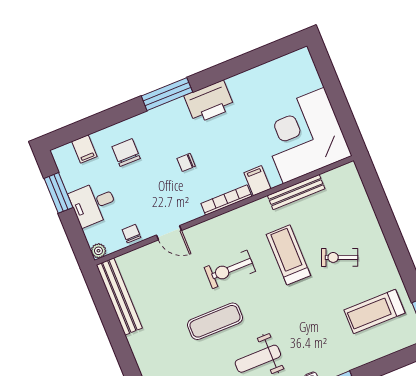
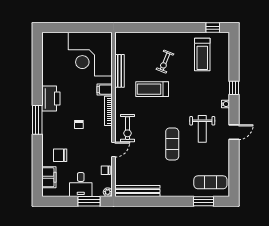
filing cabinet: (84, 149) -> (49, 177), width x2.00
window: (58, 193) -> (89, 201), moved
exercise bike: (230, 269) -> (128, 128), moved

